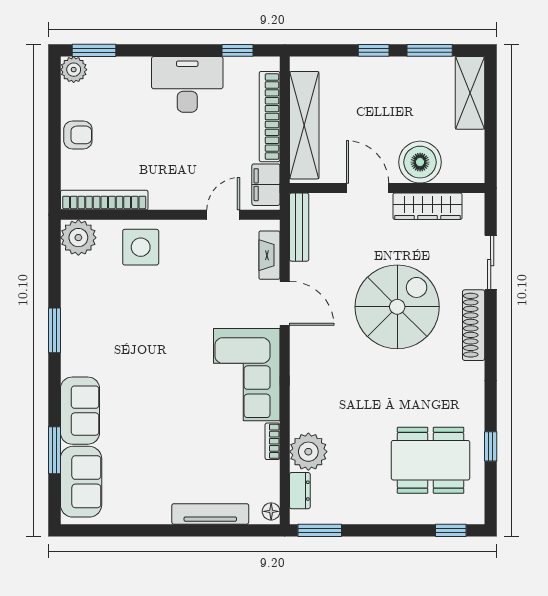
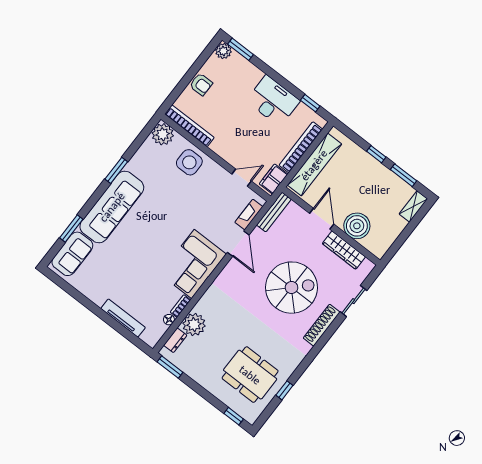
shelving: (470, 93) -> (413, 206), width x0.67, depth x0.75
sofa: (80, 411) -> (112, 207), width x1.85, depth x1.27
floor lamp: (271, 511) -> (169, 320), moved

